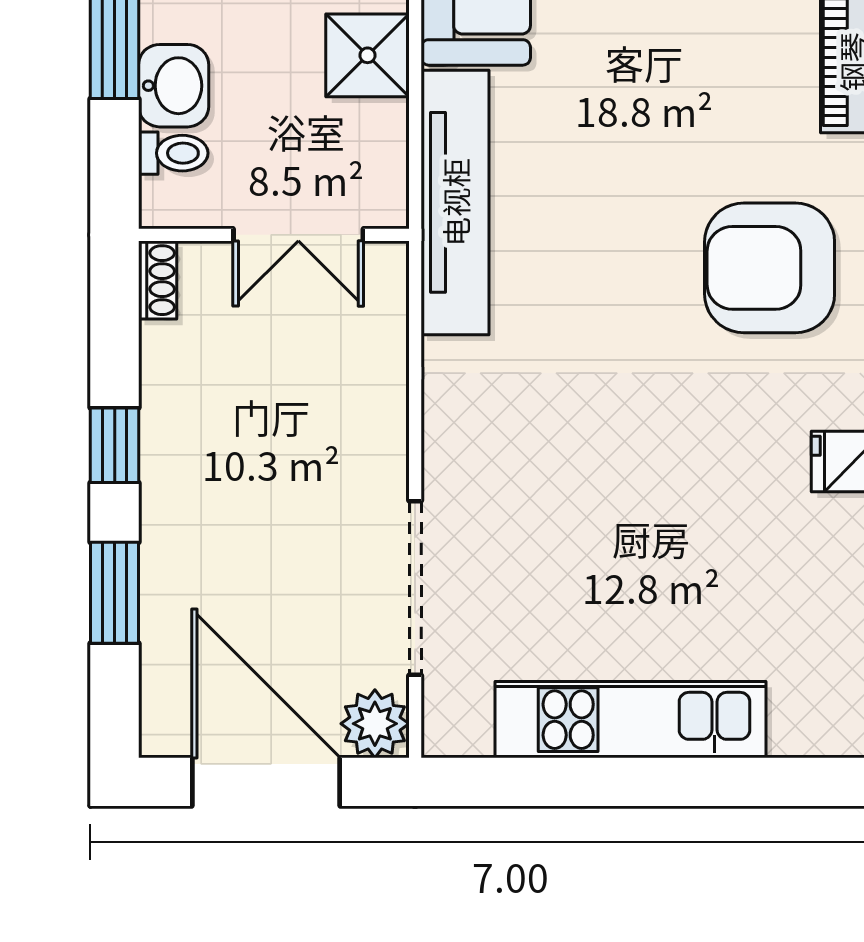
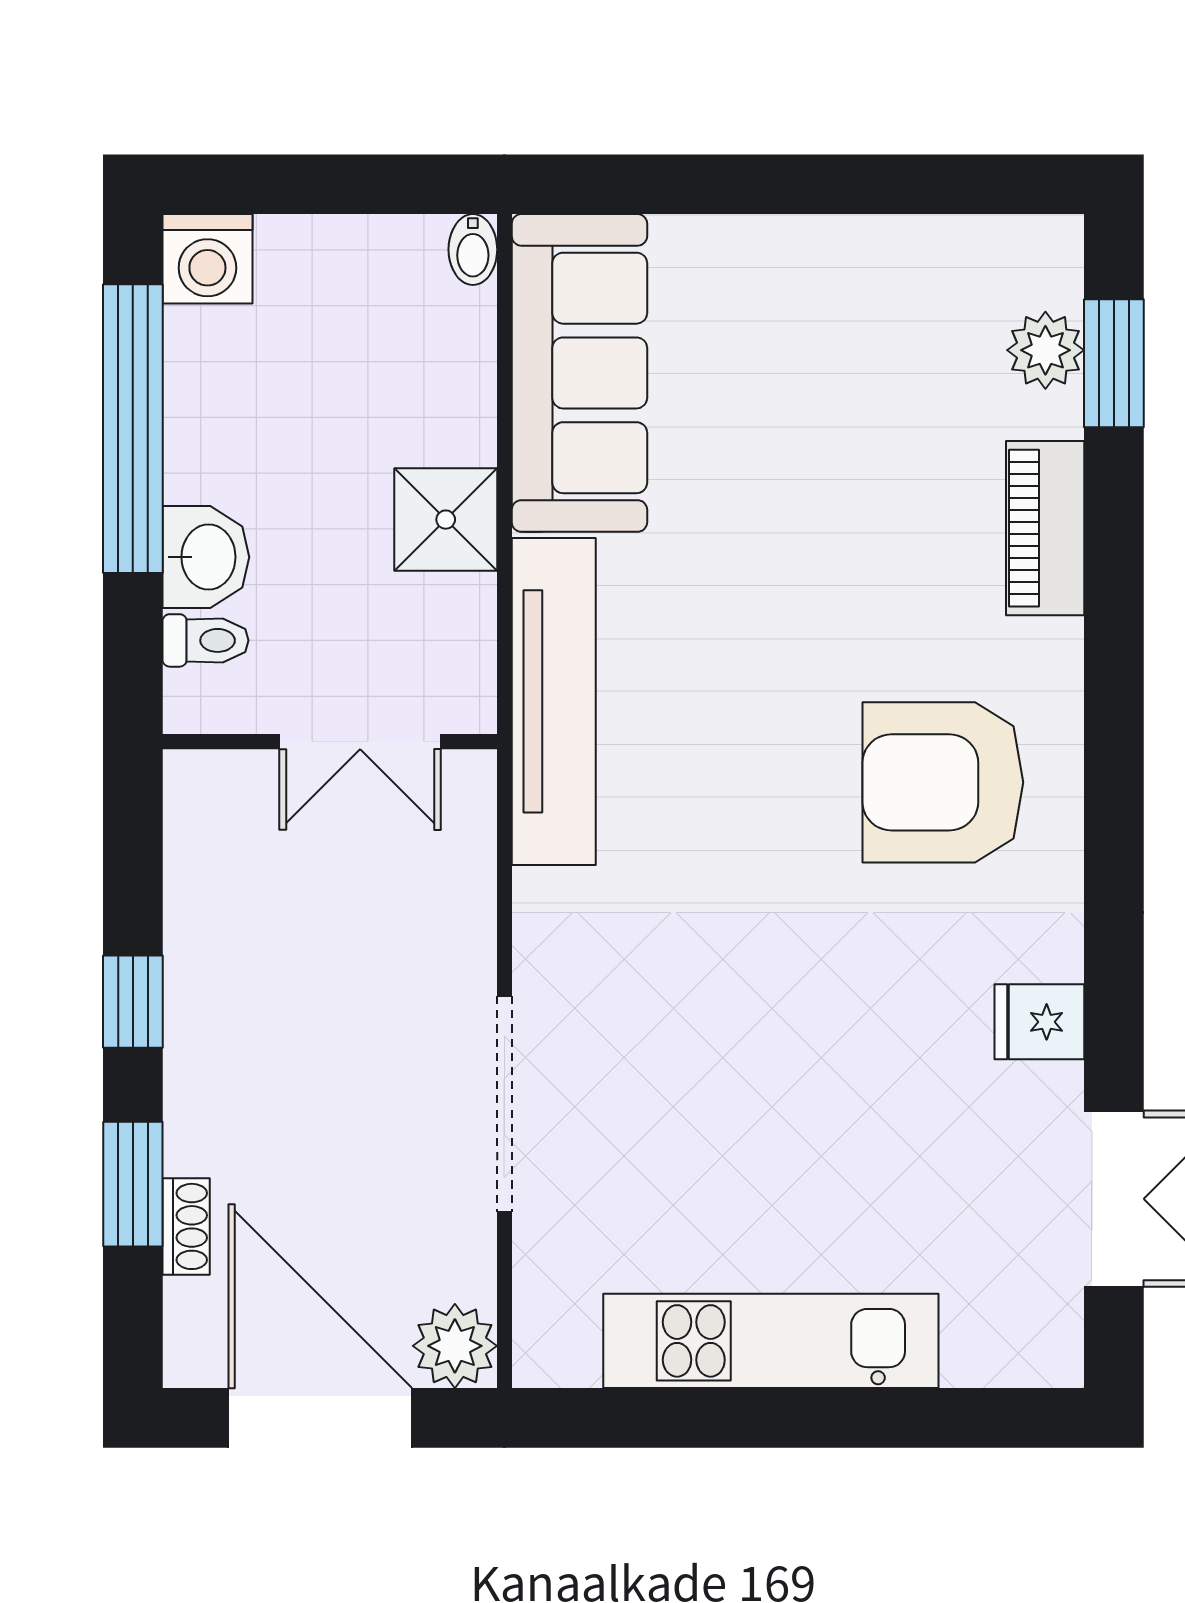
shoe rack: (158, 280) -> (186, 1226), moved
doorway: (415, 588) -> (504, 1104), moved

